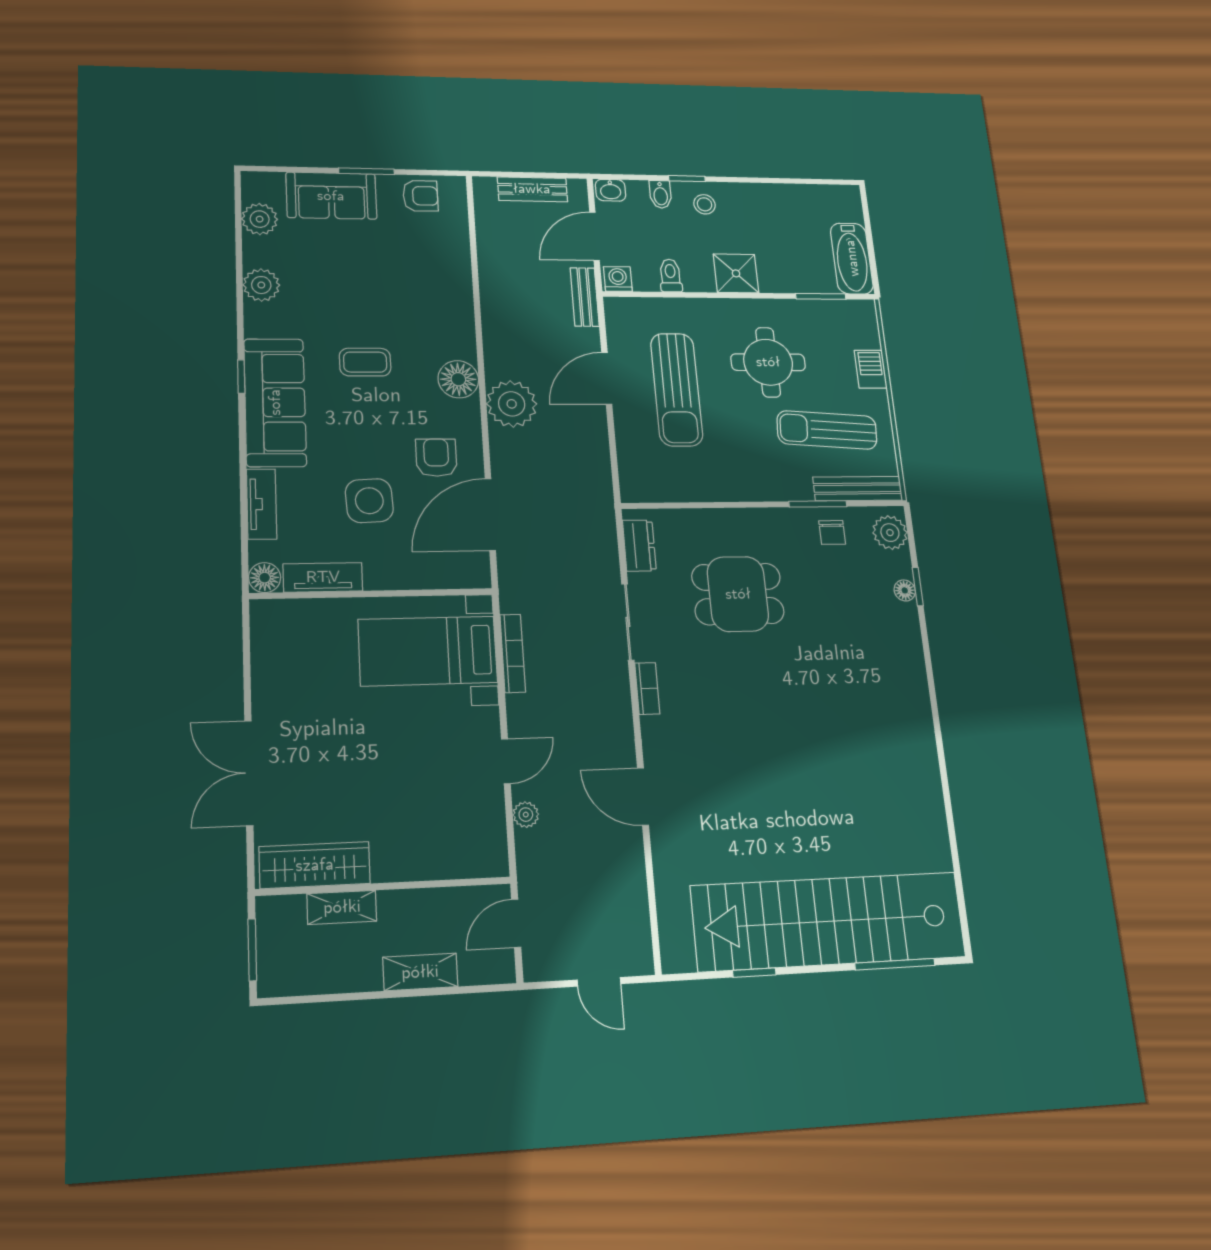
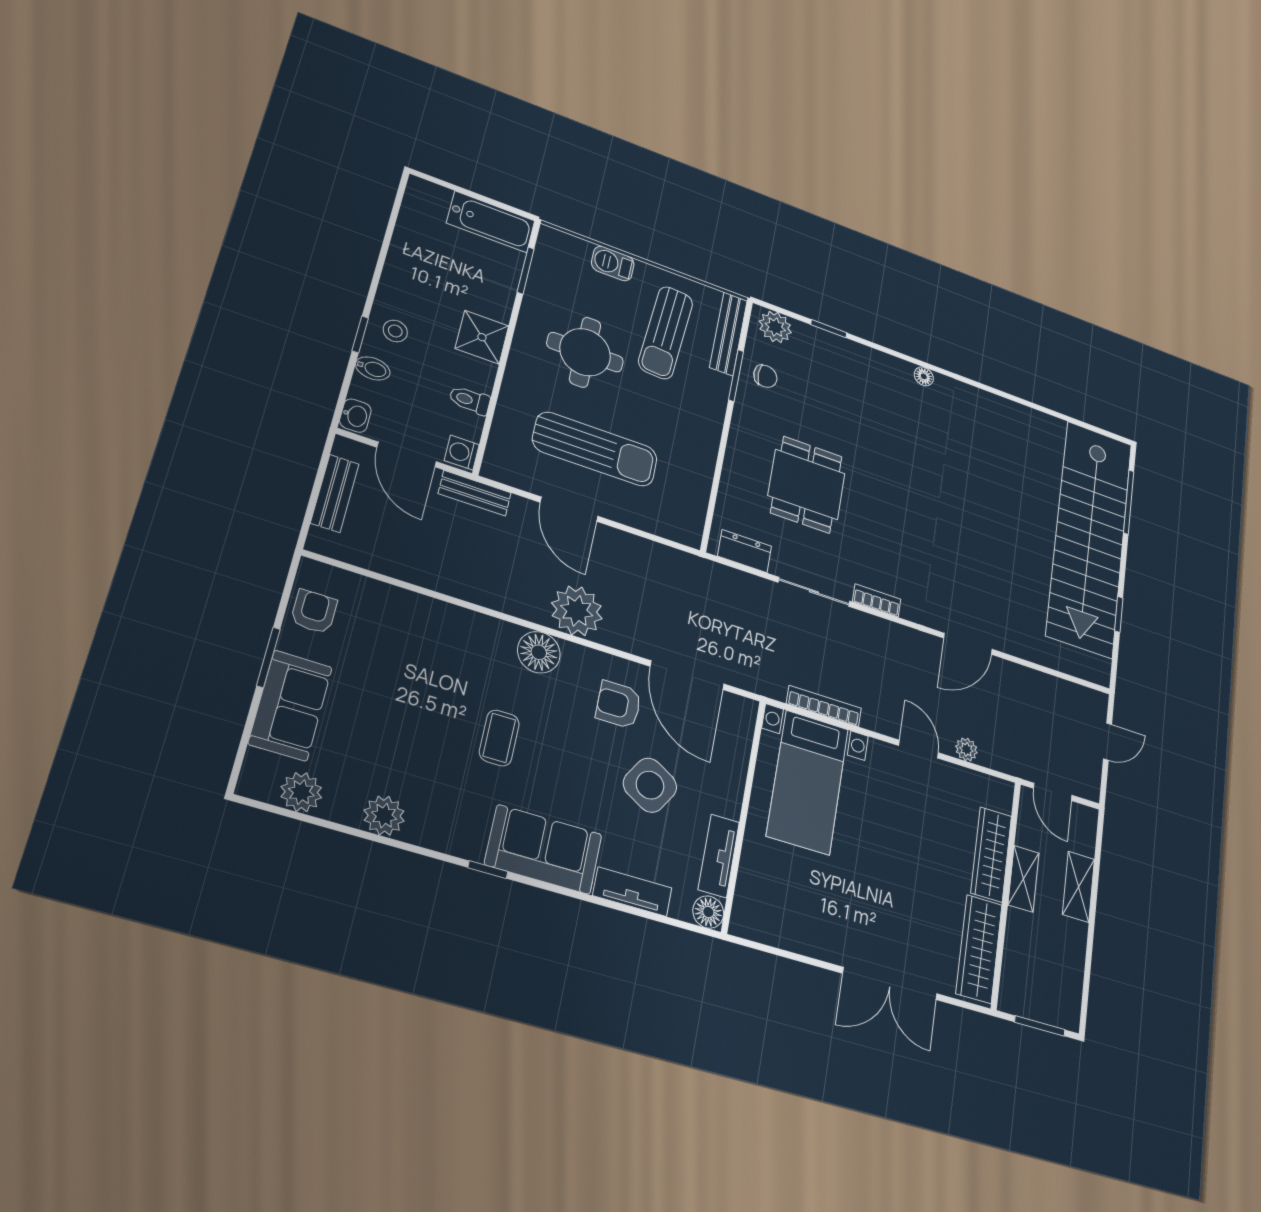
sofa: (275, 402) -> (544, 849), width x0.73
side table: (369, 501) -> (650, 785), turned 34
floor lamp: (905, 590) -> (924, 376), moved
wardrobe: (421, 862) -> (991, 854), added
shelving: (342, 907) -> (1023, 879), moved

